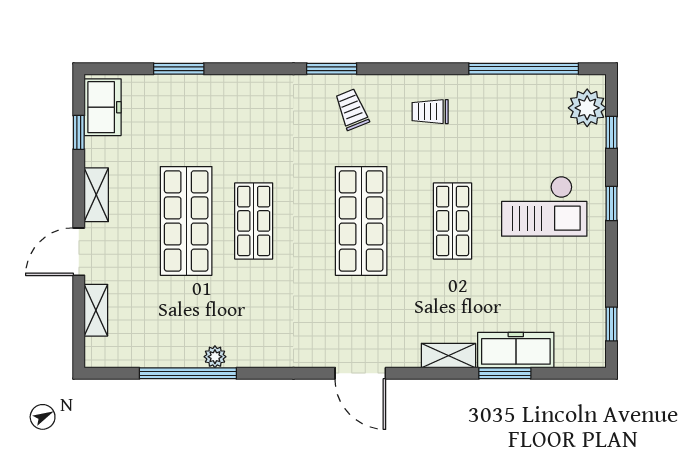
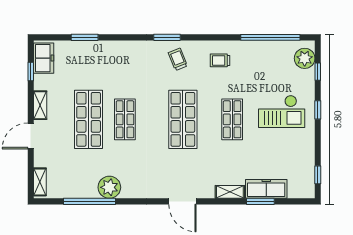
shelving: (96, 310) -> (40, 182), moved
plant: (215, 357) -> (109, 187), width x1.87, depth x1.87

